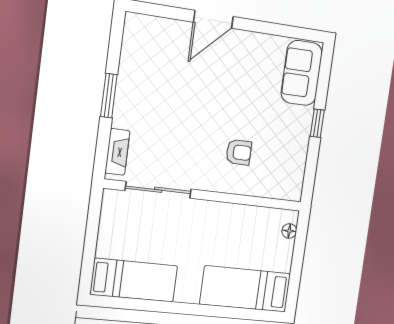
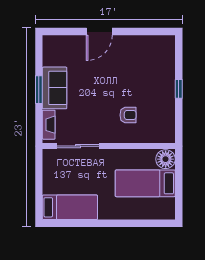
sofa: (302, 73) -> (55, 88), moved, turned 180
floor lamp: (289, 231) -> (166, 159), width x1.89, depth x1.89
bed: (245, 289) -> (145, 183), moved

